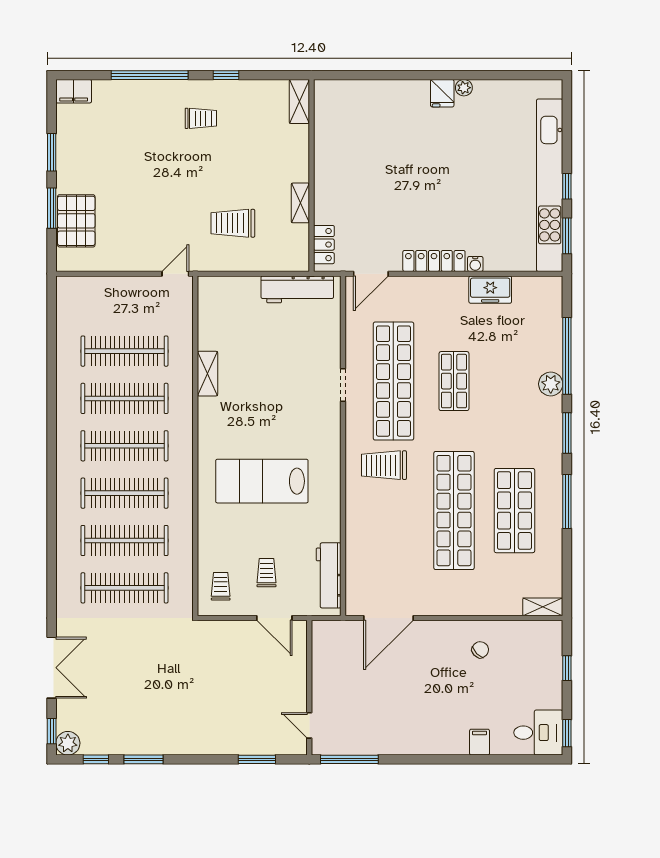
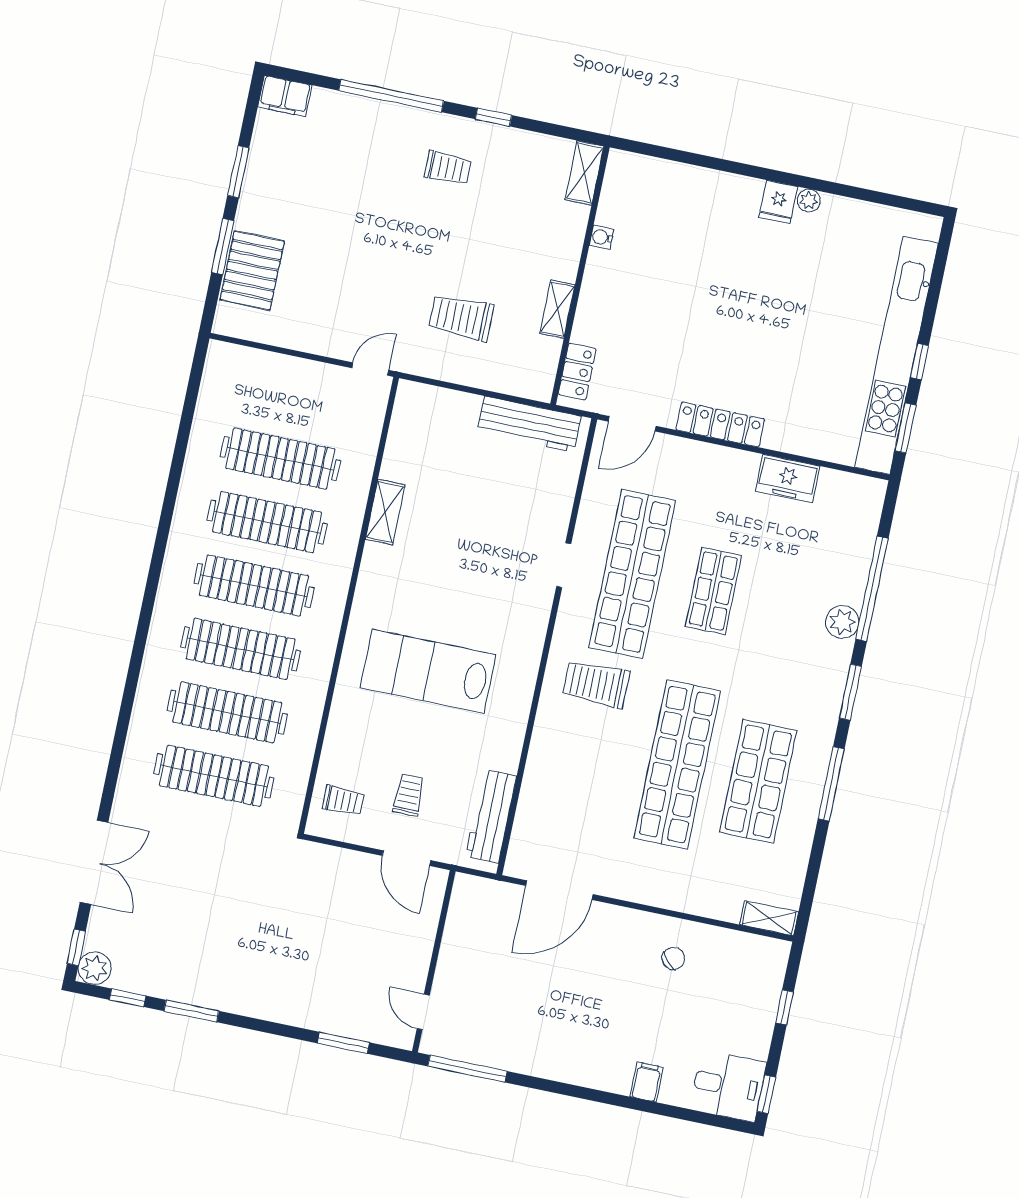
water cooler: (475, 264) -> (602, 237), moved, turned 90
trolley: (221, 586) -> (343, 801), turned 90

